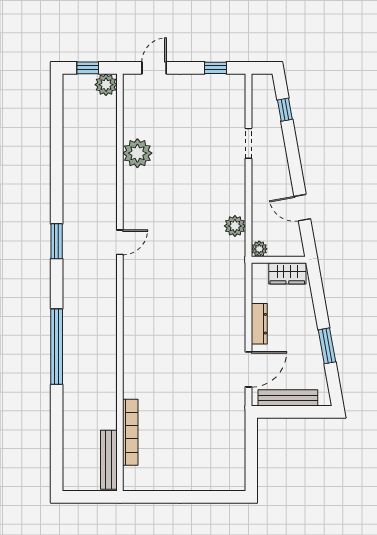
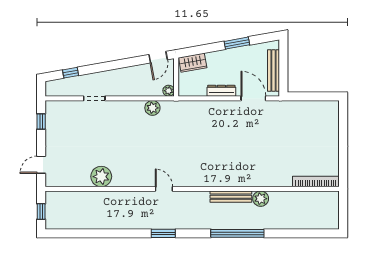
door: (154, 68) -> (41, 165), hinge flipped
plant: (106, 85) -> (261, 199), moved
door: (302, 208) -> (158, 57), moved
wardrobe: (287, 273) -> (193, 63), moved, turned 80
bookcase: (130, 432) -> (316, 182), moved
bench: (109, 460) -> (231, 197), moved

